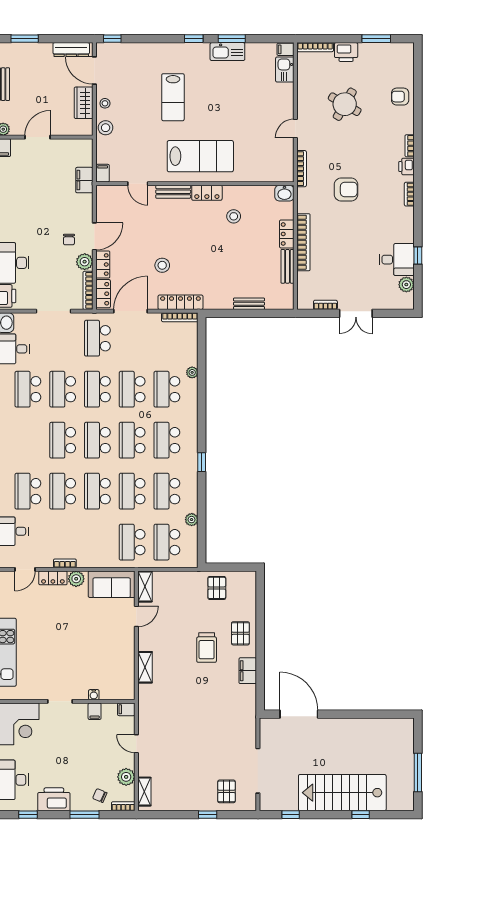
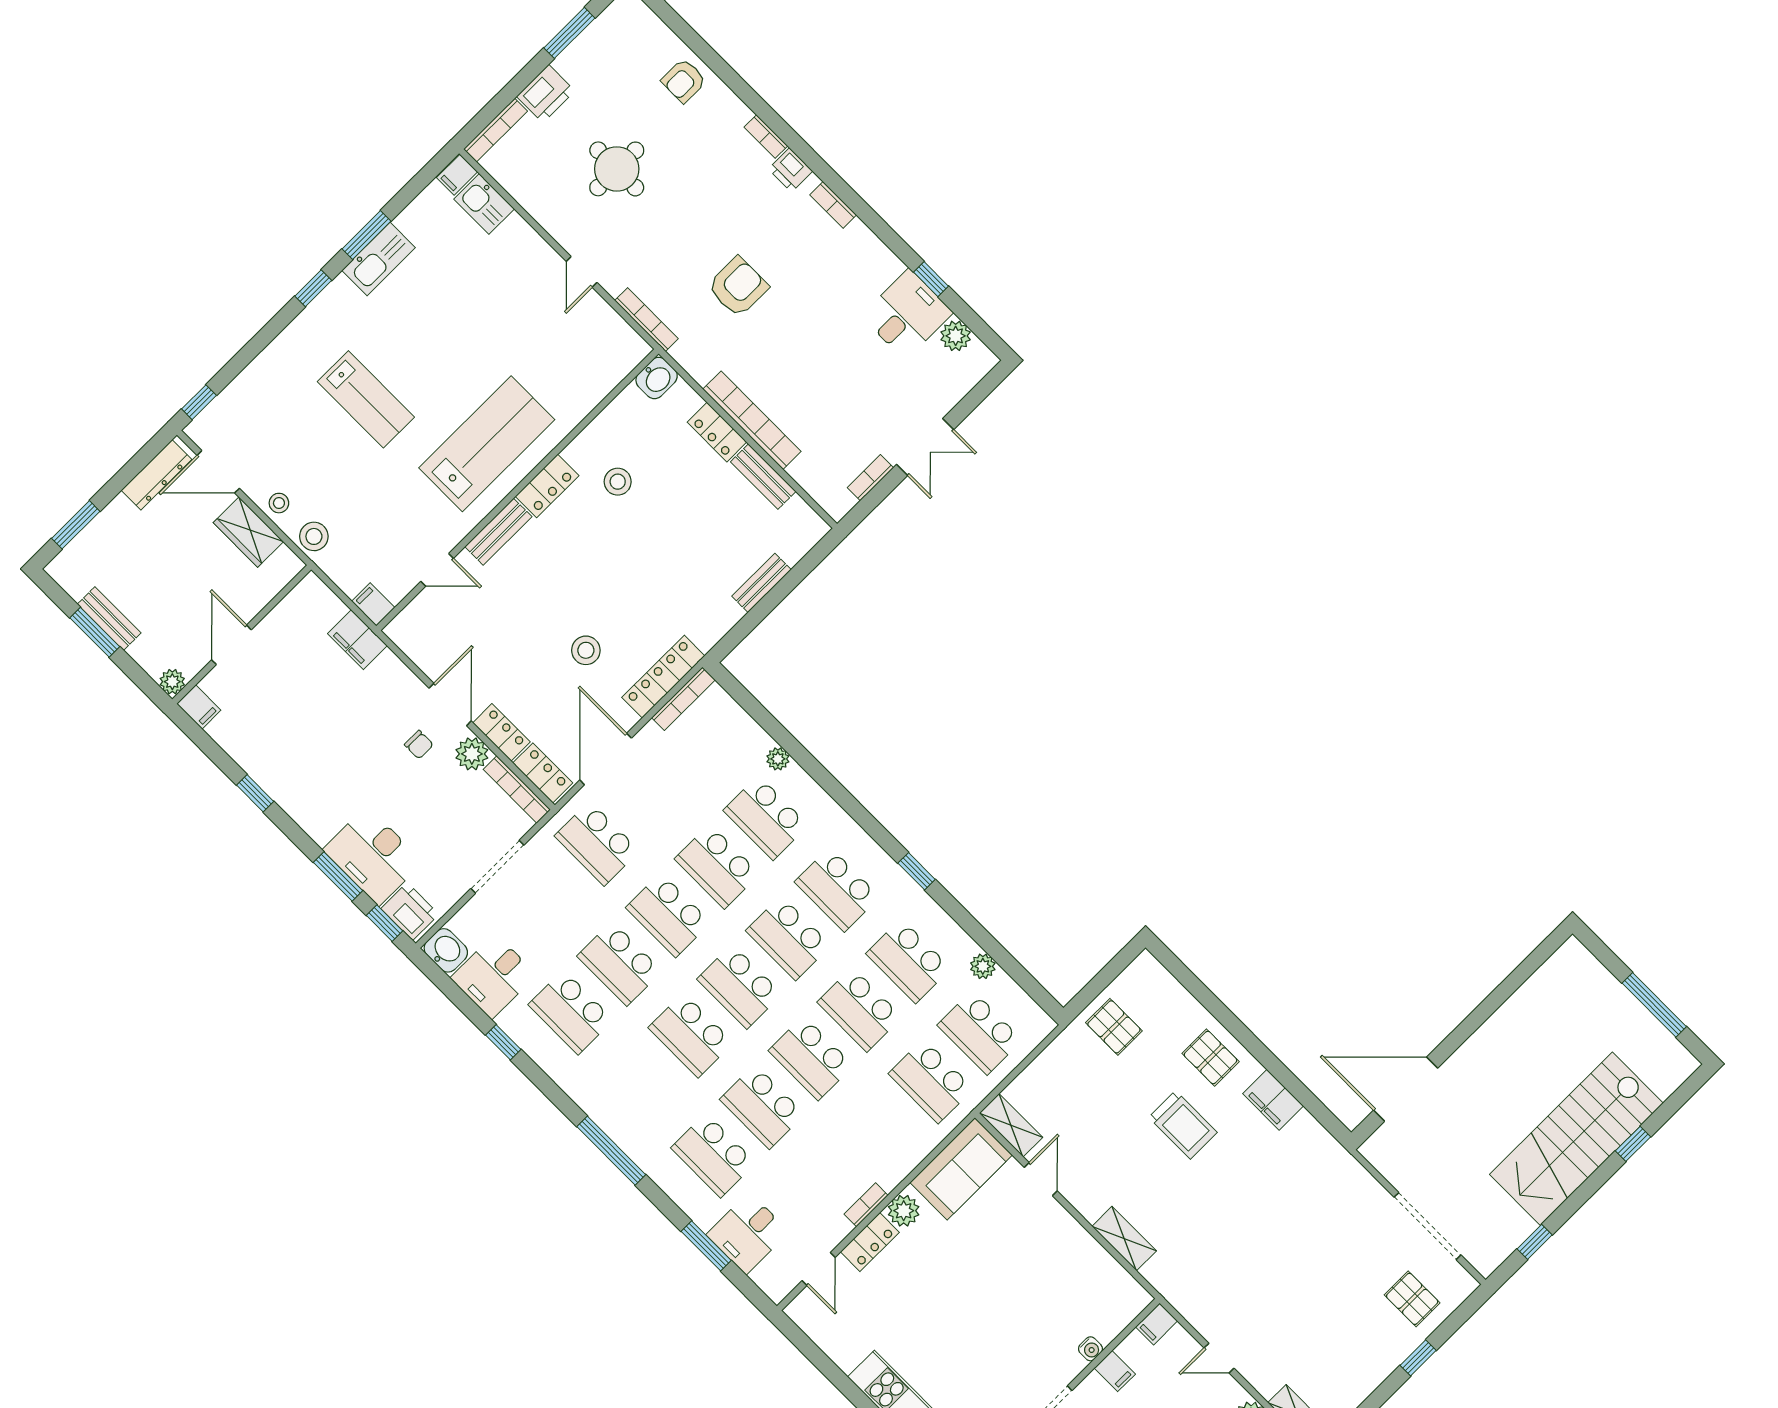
round table: (345, 104) -> (617, 169), turned -30

